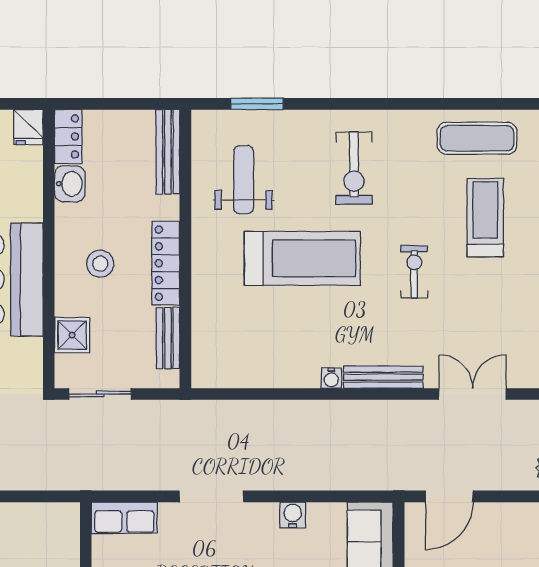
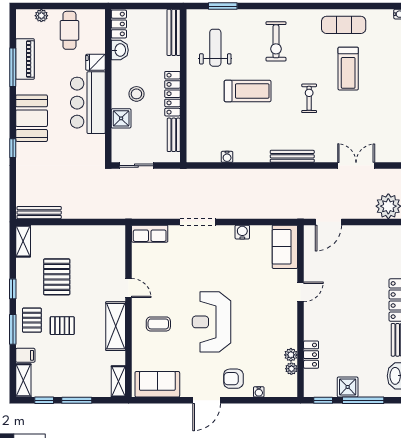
fridge: (28, 127) -> (95, 62), moved, turned 90
treadmill: (485, 218) -> (348, 69), turned 180
treadmill: (302, 258) -> (248, 91), width x0.73, depth x0.73
shower: (72, 335) -> (121, 118), moved
water cooler: (331, 378) -> (227, 157), moved
double door: (473, 394) -> (356, 166), moved

